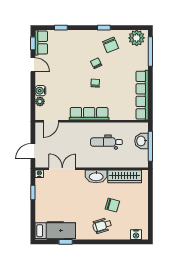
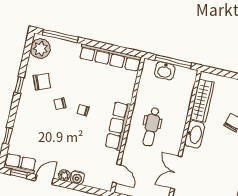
plant: (40, 101) -> (64, 175), moved
dental chair: (106, 142) -> (151, 127), moved

